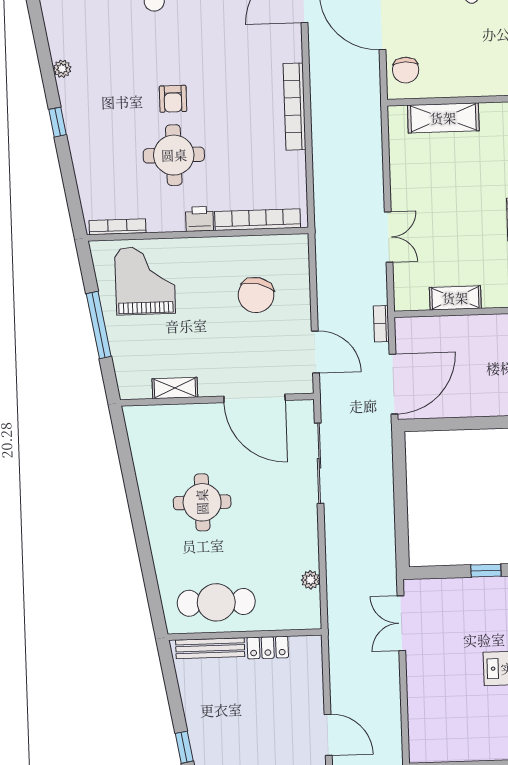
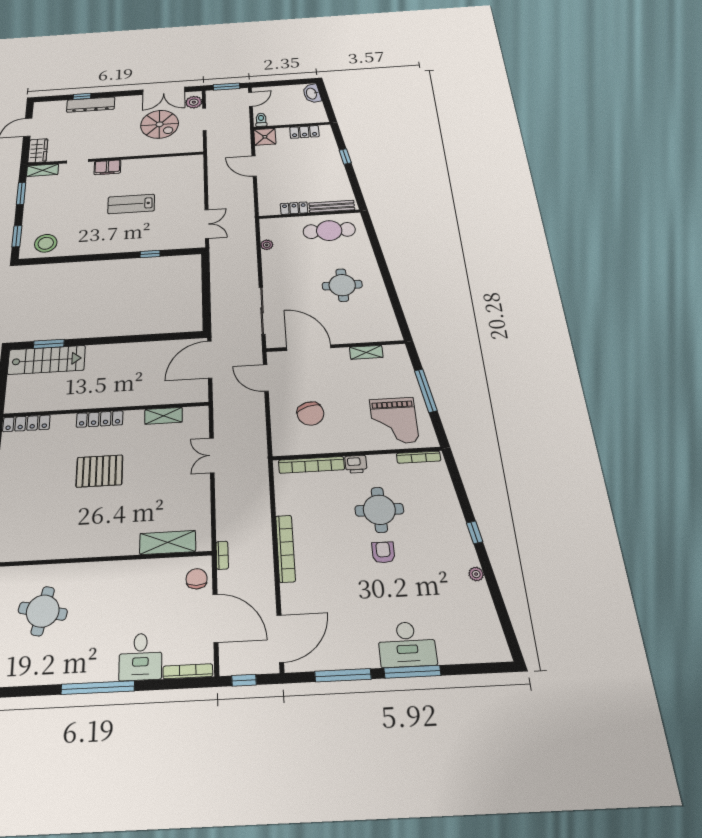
chair: (256, 295) -> (310, 414), turned 149
bookcase: (381, 324) -> (222, 555), moved

